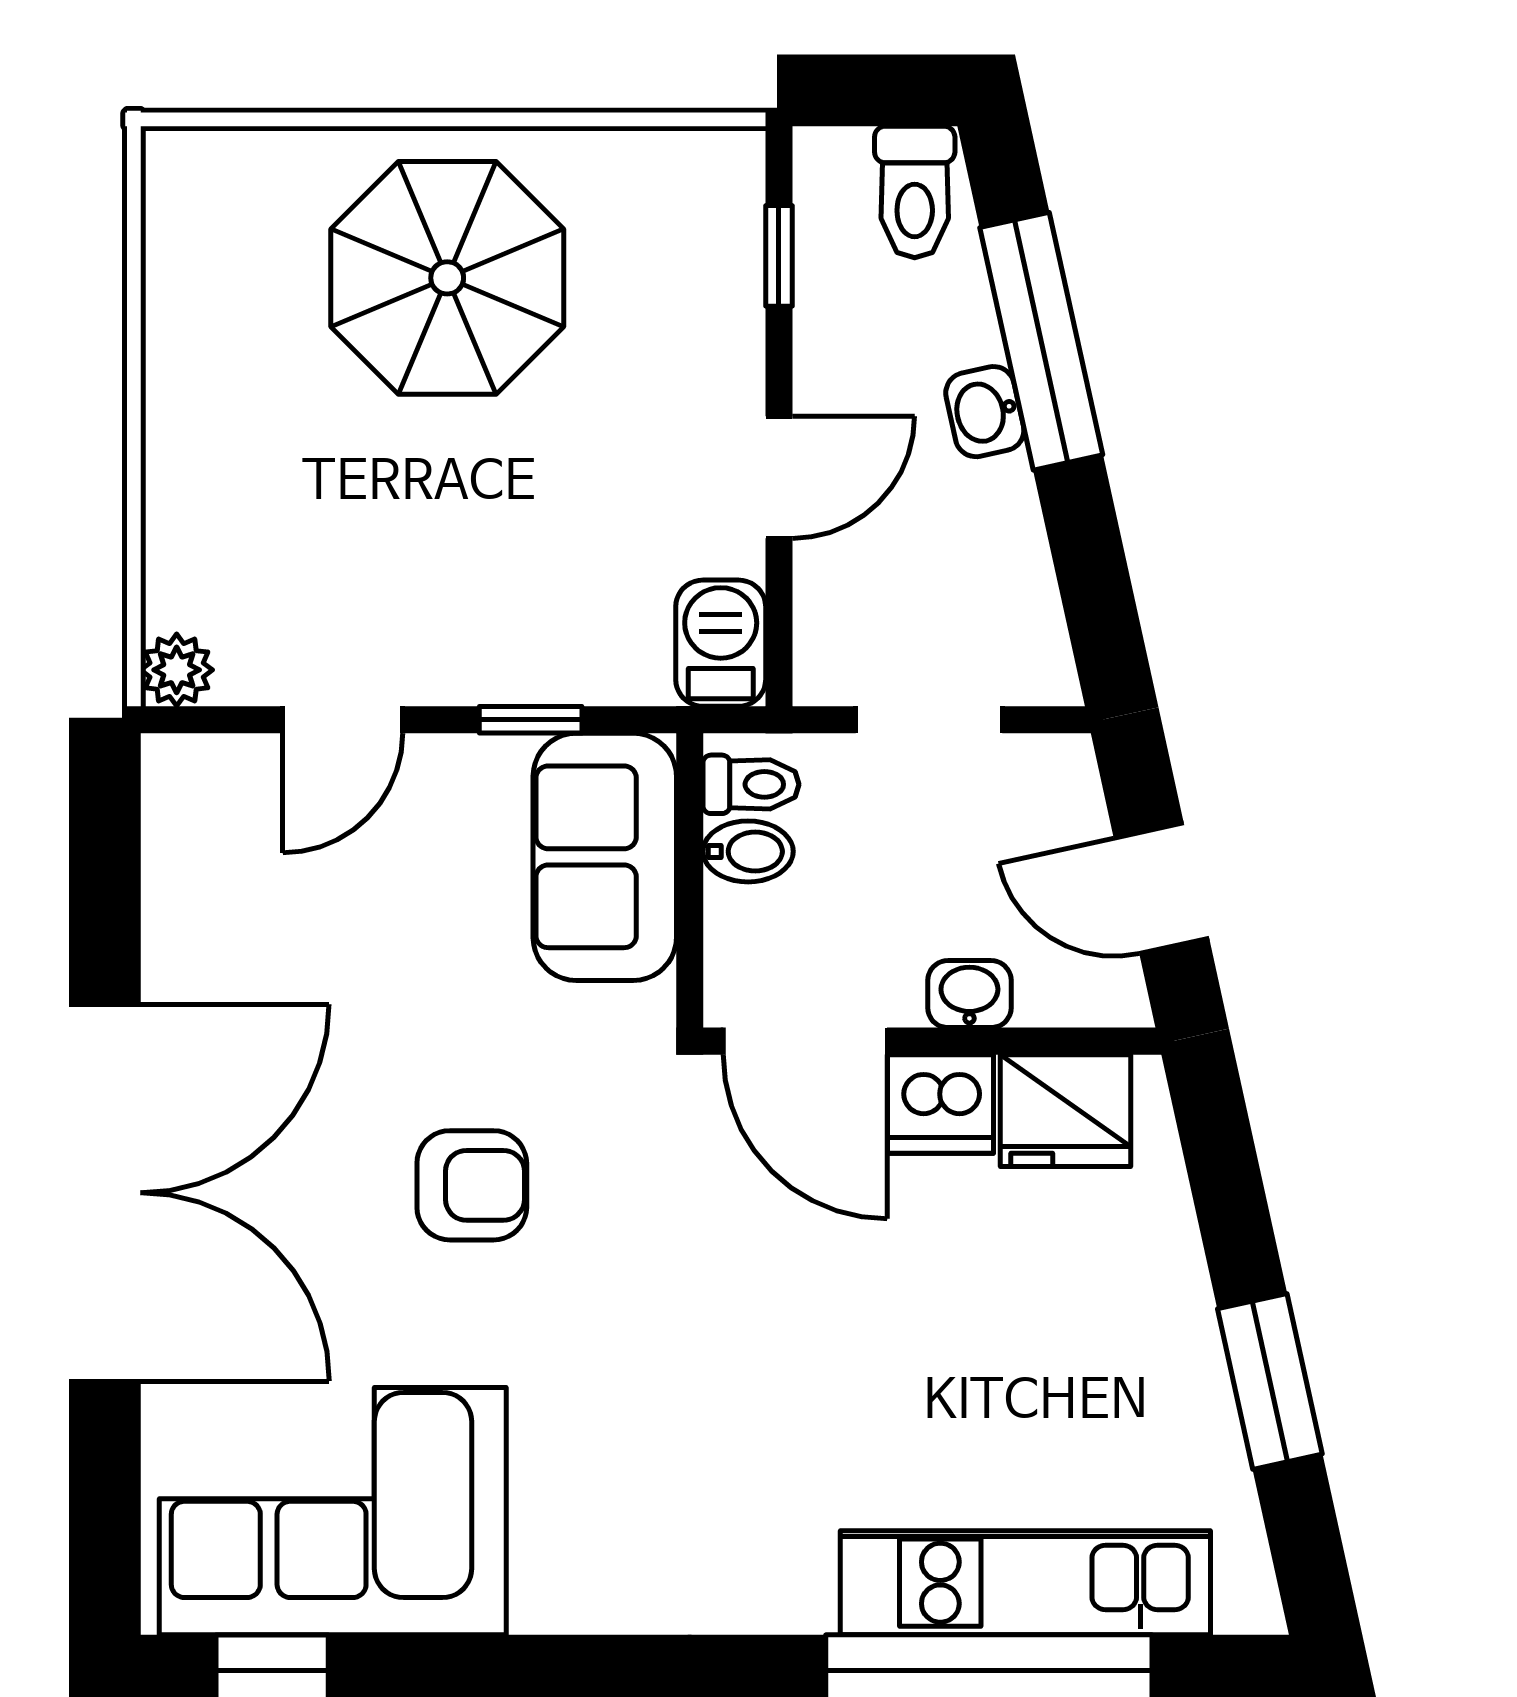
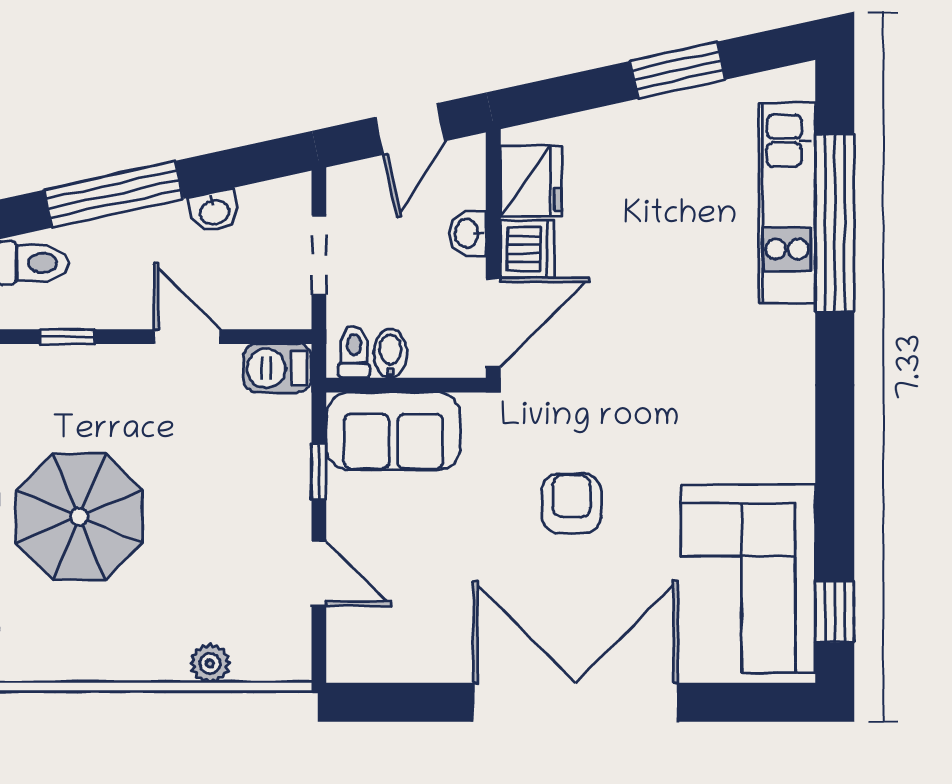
washbasin: (985, 412) -> (214, 211), moved
plant: (177, 670) -> (210, 663), moved

